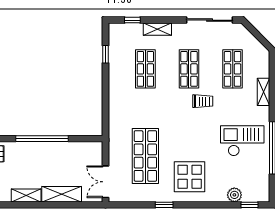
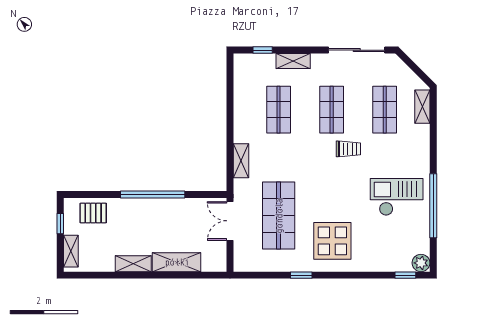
window: (105, 54) -> (230, 92), removed
shelving: (263, 92) -> (422, 107), moved
shelving: (115, 111) -> (241, 161), added
double door: (105, 182) -> (230, 221), moved
plant: (234, 195) -> (421, 263), moved

